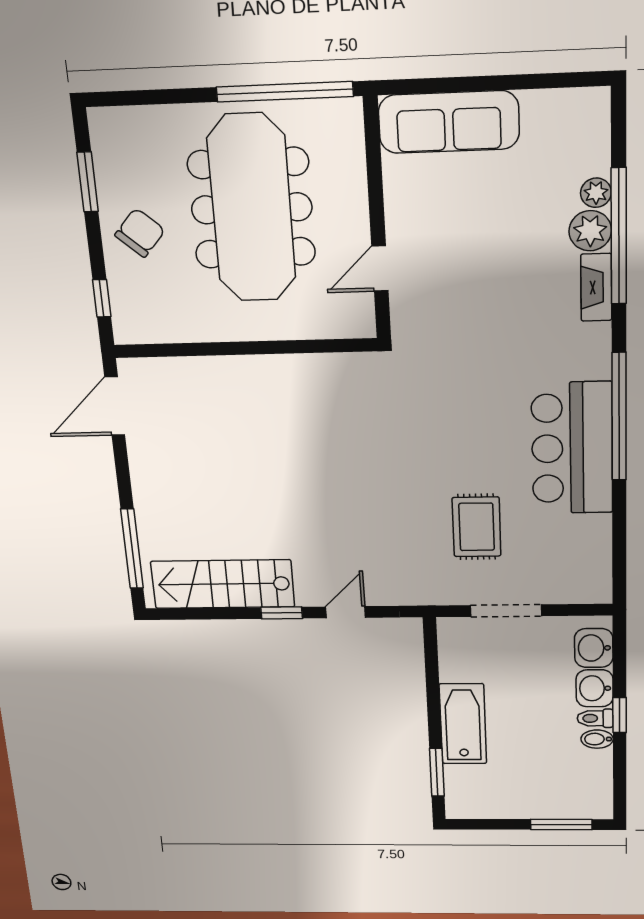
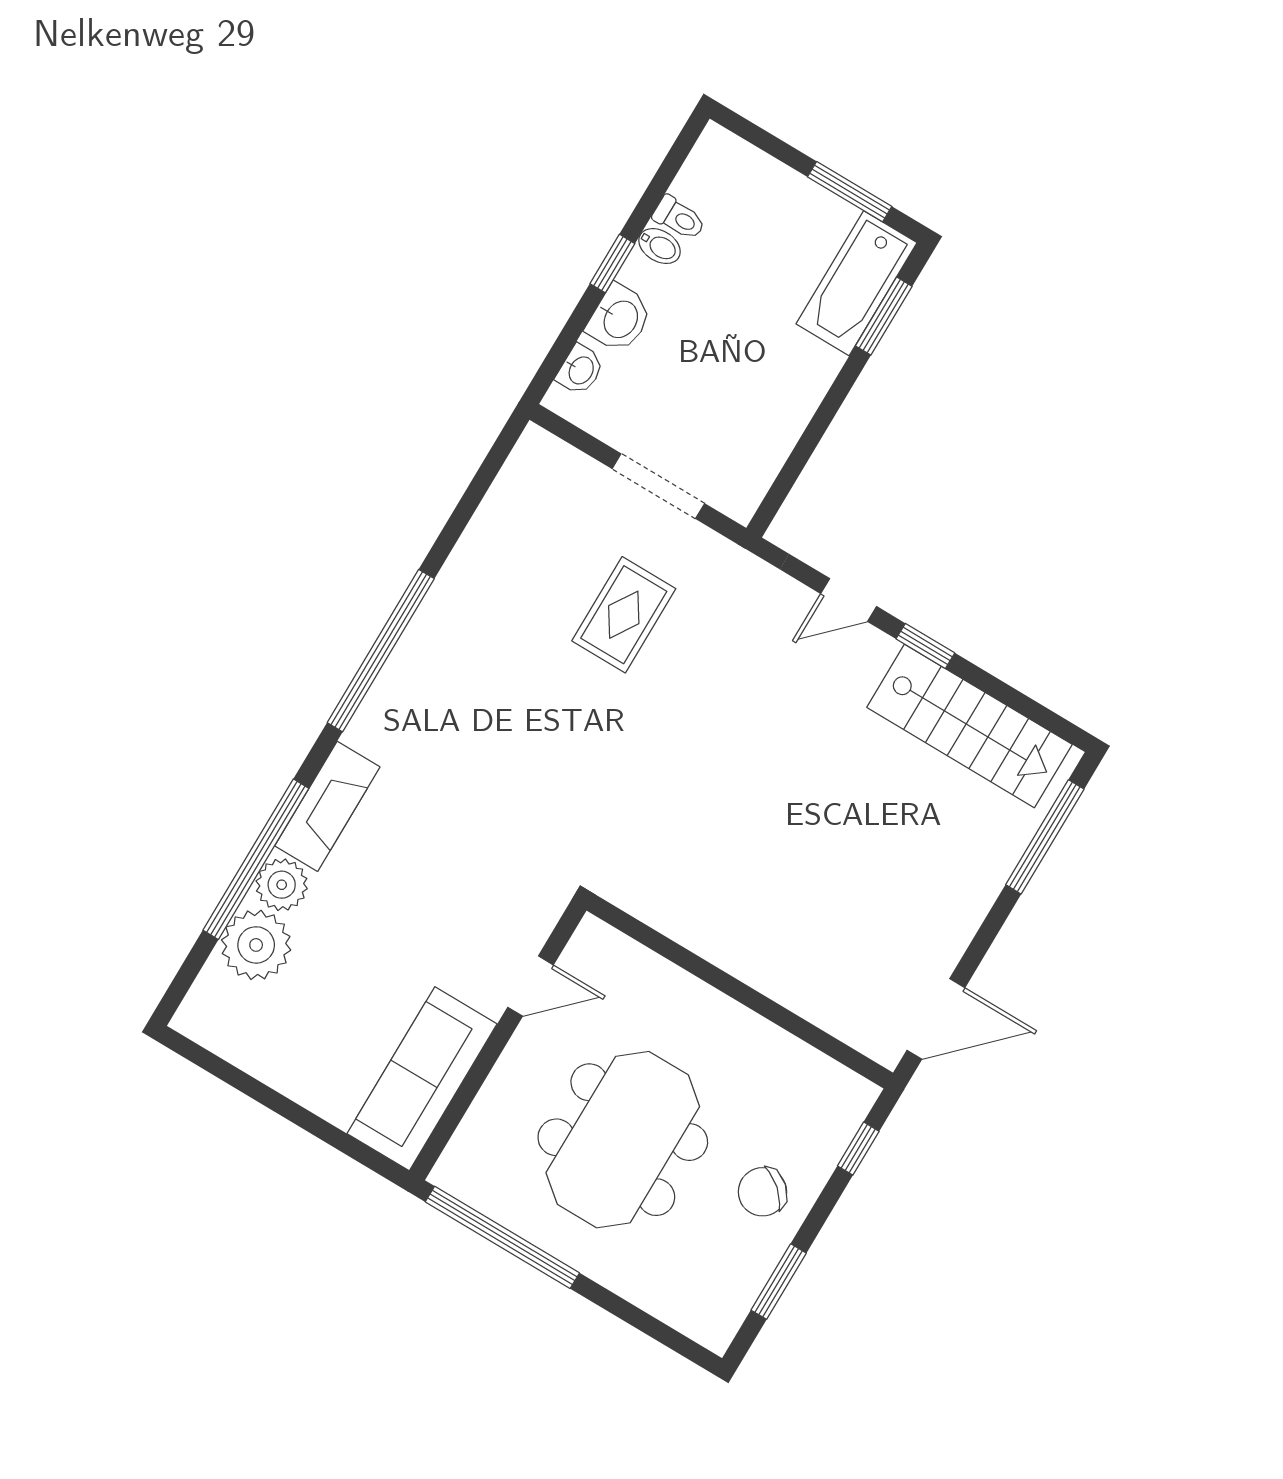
sofa: (449, 122) -> (422, 1079), moved, turned -90
plant: (596, 193) -> (256, 945), width x1.88, depth x1.88
meeting table: (252, 208) -> (623, 1140), width x0.73
fireplace: (596, 287) -> (327, 806), width x1.37, depth x1.32
bar counter: (572, 448) -> (455, 645), removed
washbasin: (594, 648) -> (580, 370), width x0.72, depth x0.69
toilet: (595, 718) -> (679, 218), moved
bathtub: (463, 724) -> (856, 283), moved
window: (561, 825) -> (850, 192), moved

